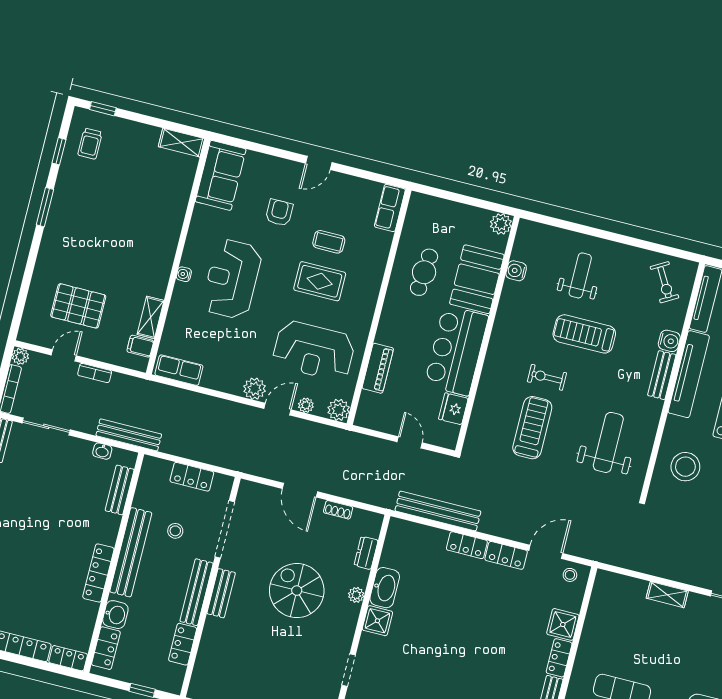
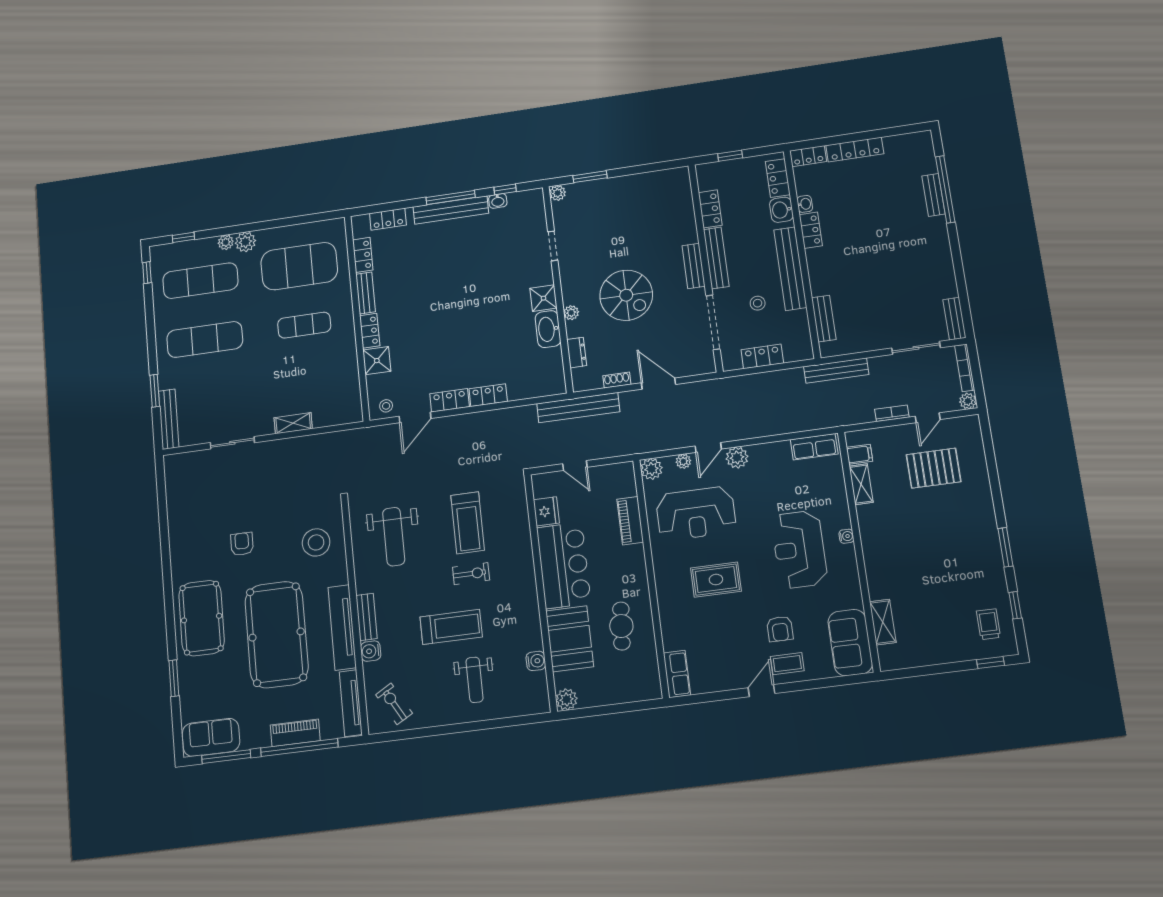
shelving: (181, 143) -> (883, 622), moved, turned 90
coffee table: (329, 242) -> (787, 664), moved
reception desk: (232, 279) -> (799, 549), turned 180
reception desk: (314, 351) -> (696, 513), turned 180
washbasin: (102, 451) -> (805, 204), moved, turned 90
bench: (438, 511) -> (578, 408), moved
locker: (98, 573) -> (811, 230), width x0.66

